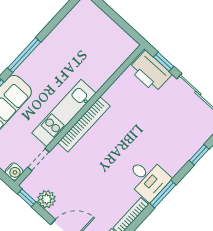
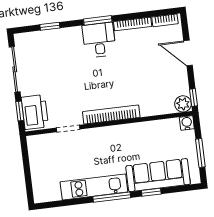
kitchen unit: (64, 113) -> (94, 187), moved, turned 180
doorway: (38, 160) -> (68, 129), moved
plant: (46, 199) -> (183, 104), moved

